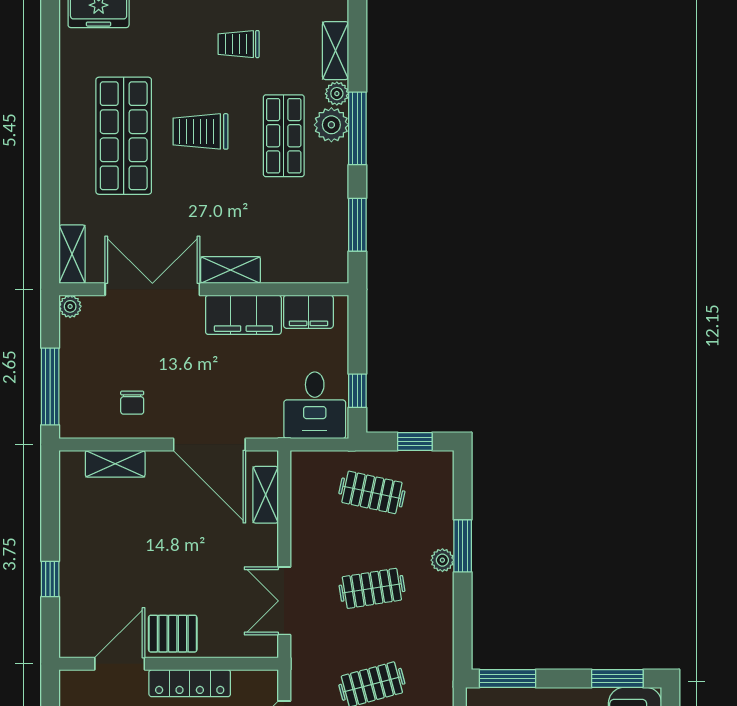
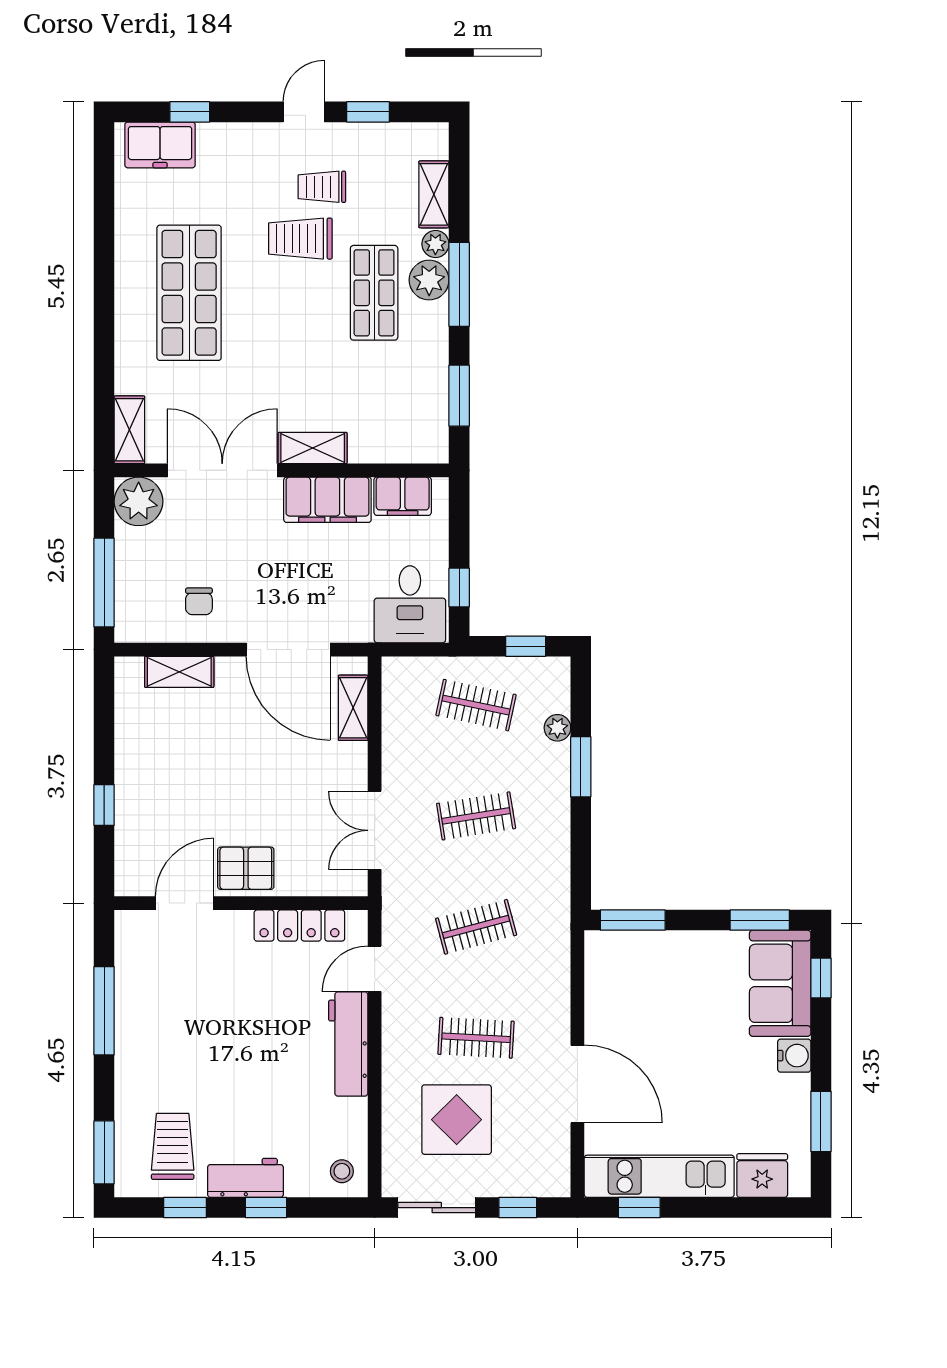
trolley: (201, 131) -> (300, 239), moved
plant: (70, 306) -> (139, 501), width x1.88, depth x1.88
plant: (442, 560) -> (557, 728), moved
locker: (190, 683) -> (299, 926), moved

